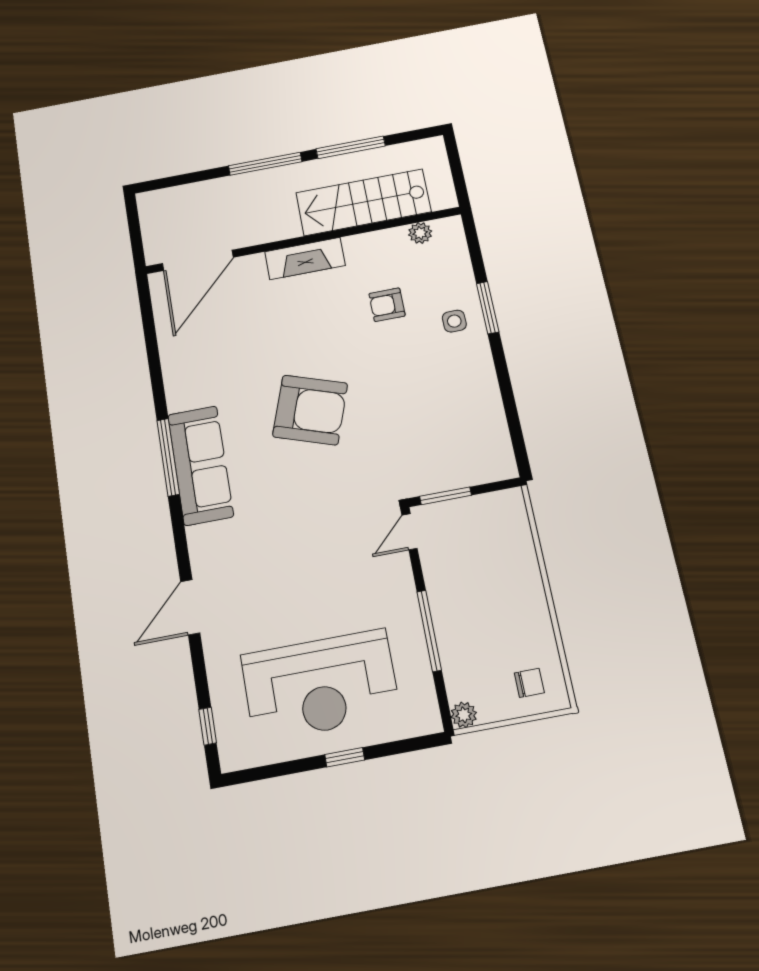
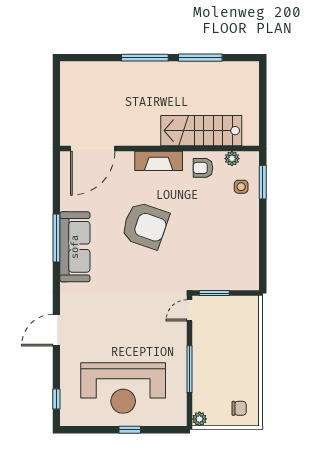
stairs: (363, 202) -> (201, 131), moved
plant: (420, 233) -> (232, 159), moved
wall: (303, 240) -> (160, 149), moved
fireplace: (305, 259) -> (159, 161), moved
door: (198, 260) -> (93, 149), moved

